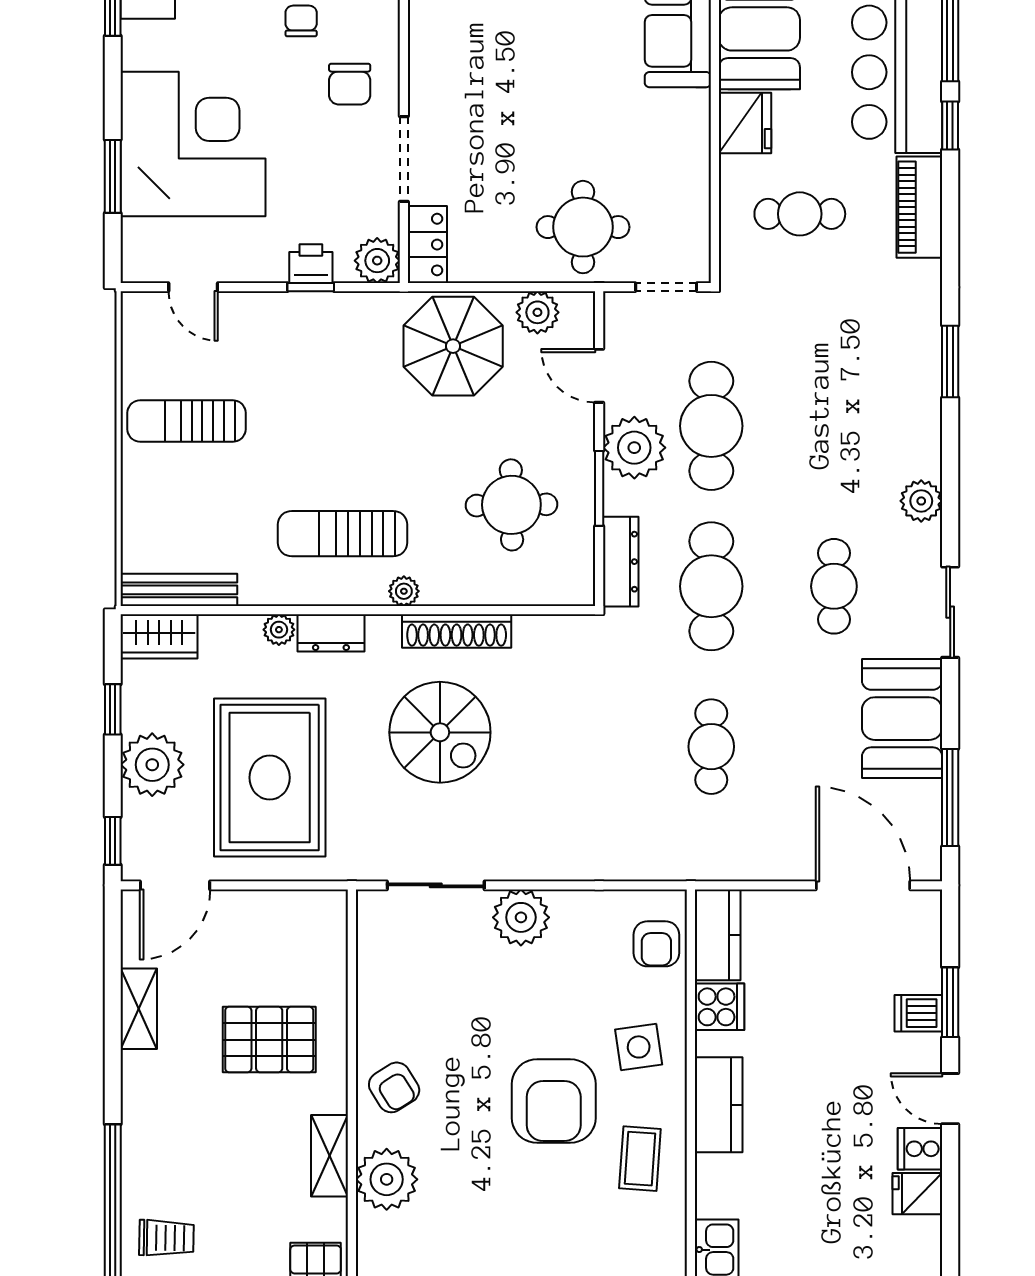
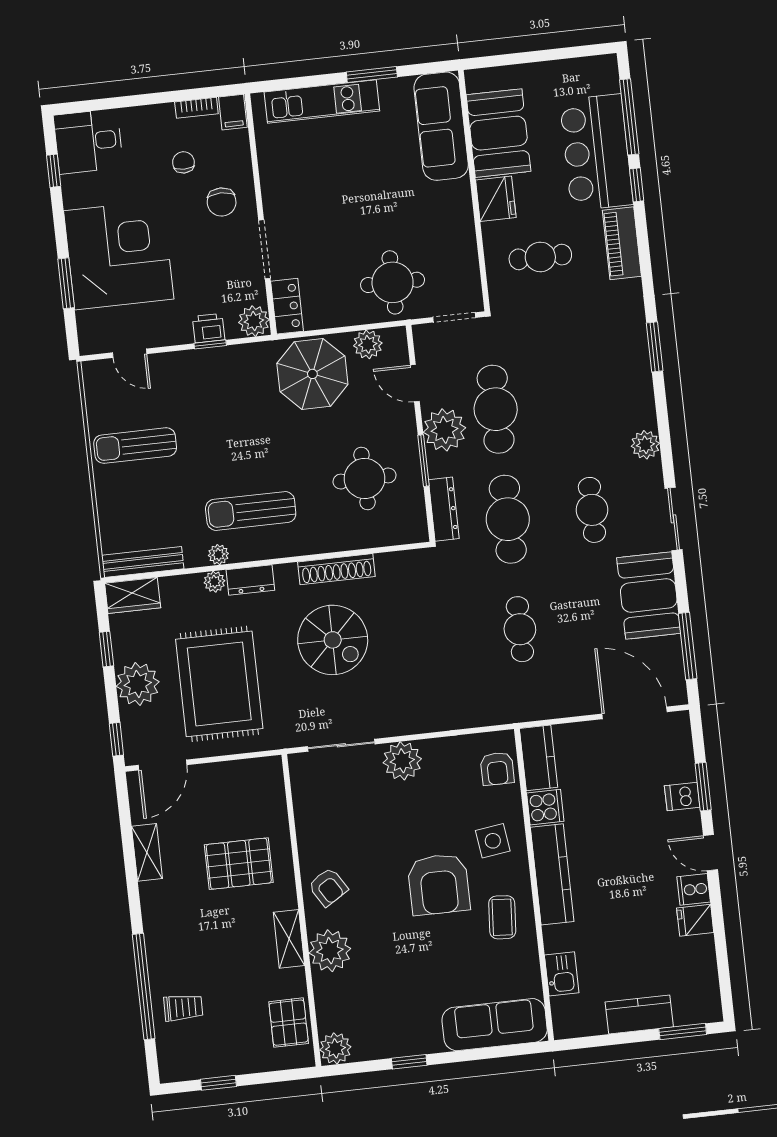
plant: (404, 591) -> (218, 555), moved
kitchen counter: (719, 1105) -> (552, 874), width x1.50

